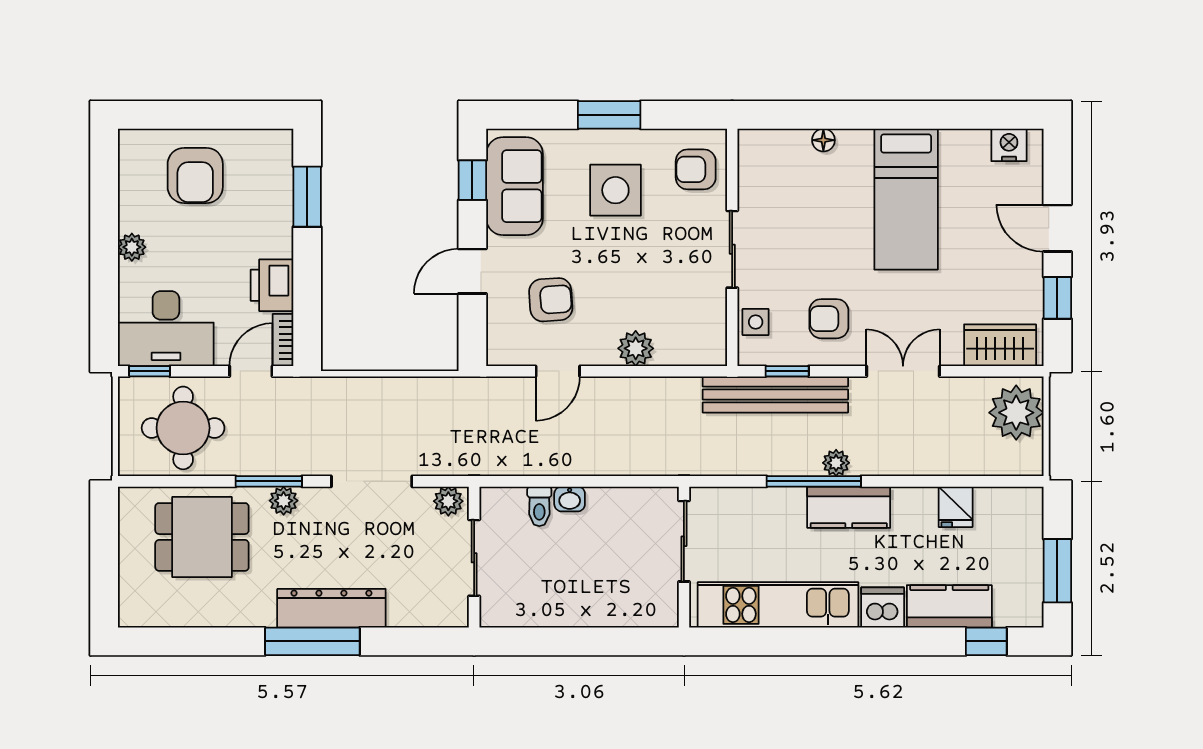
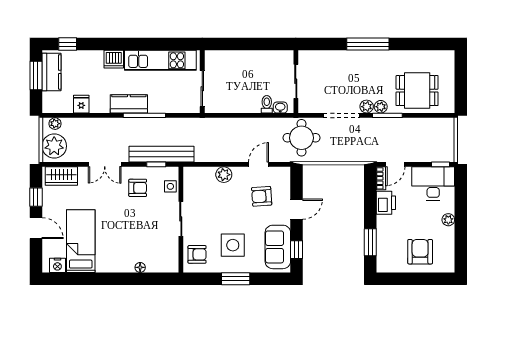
bed: (906, 199) -> (81, 241), moved
round table: (183, 428) -> (301, 138), moved
plant: (836, 463) -> (55, 124), moved
washbasin: (570, 499) -> (280, 108), moved
plant: (448, 501) -> (367, 107), moved
kitchen counter: (949, 606) -> (51, 72), moved, turned -90
dresser: (331, 608) -> (359, 59), removed

